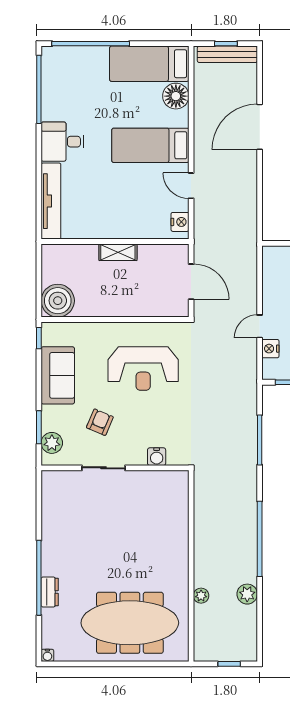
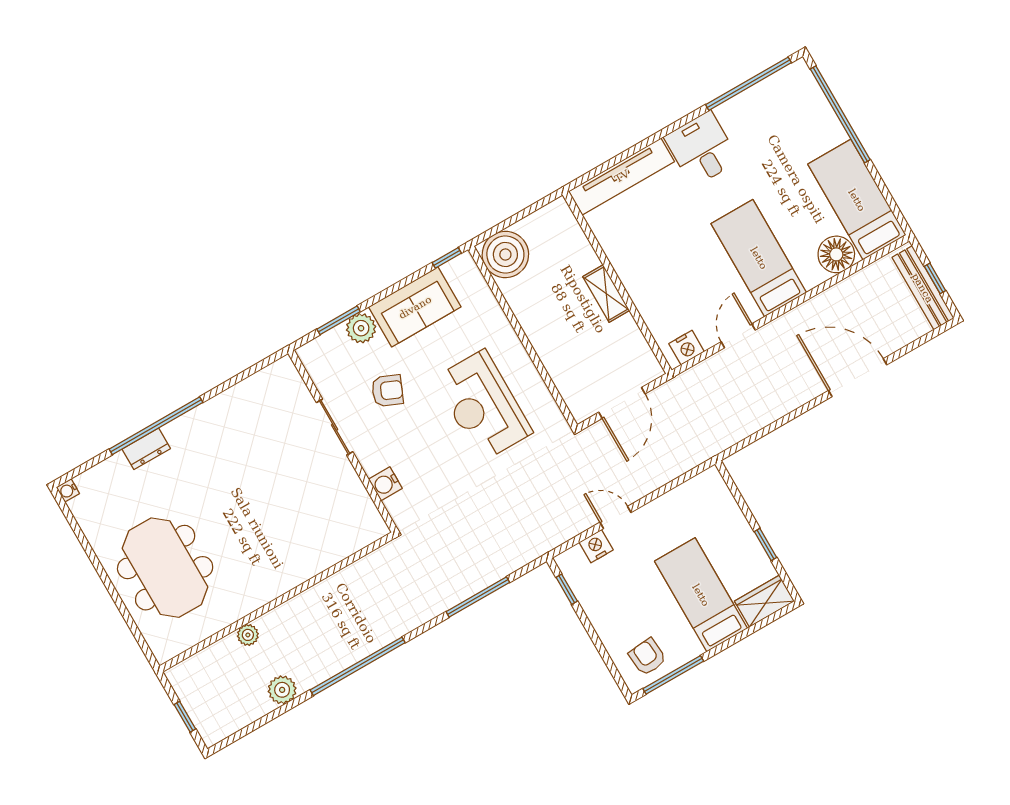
plant: (52, 443) -> (361, 328), moved
meeting table: (130, 623) -> (165, 568), width x0.73

